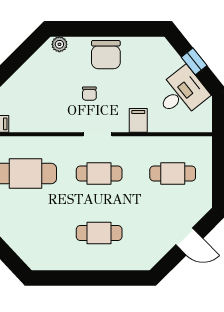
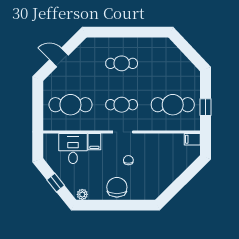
plant: (59, 44) -> (82, 194), moved
desk: (182, 93) -> (73, 148), moved, turned 129
cafe table: (173, 173) -> (70, 105), width x1.37, depth x1.35

